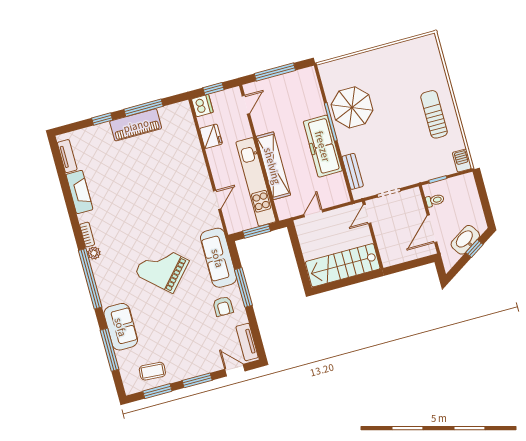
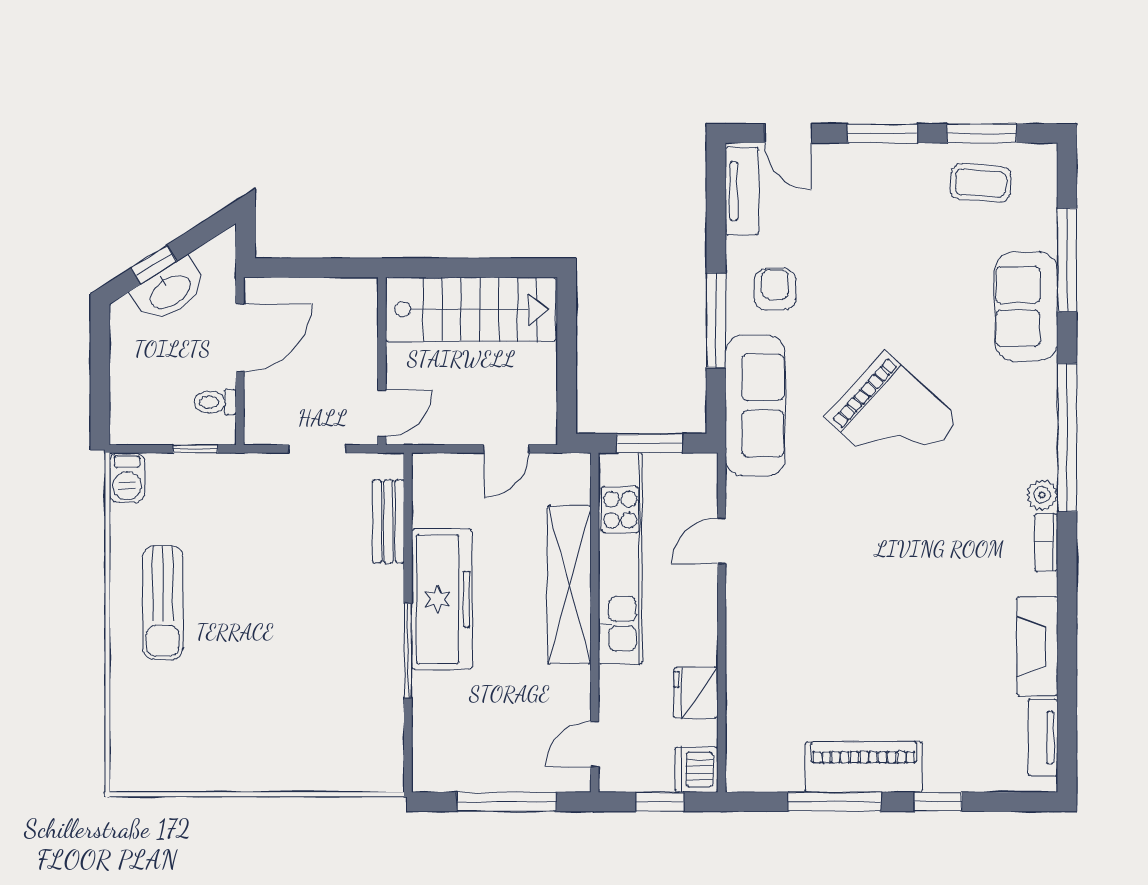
parasol: (352, 107) -> (349, 671), removed

